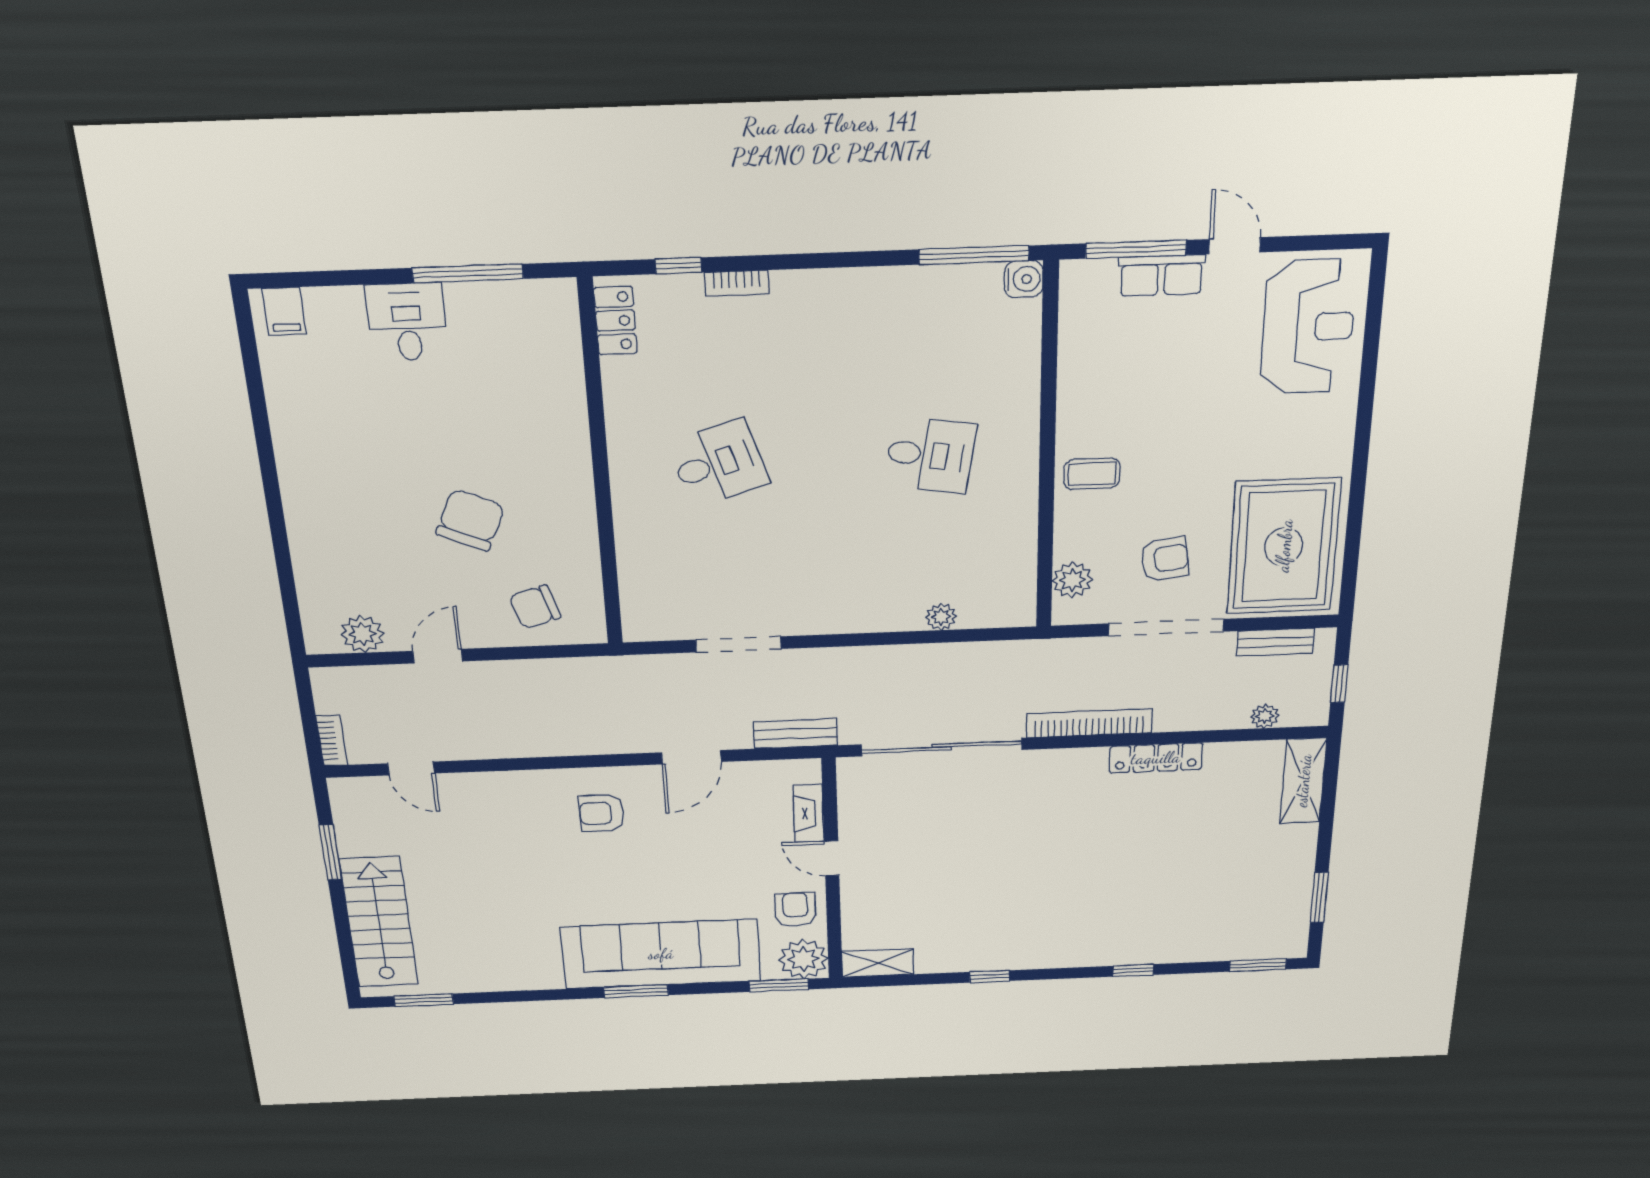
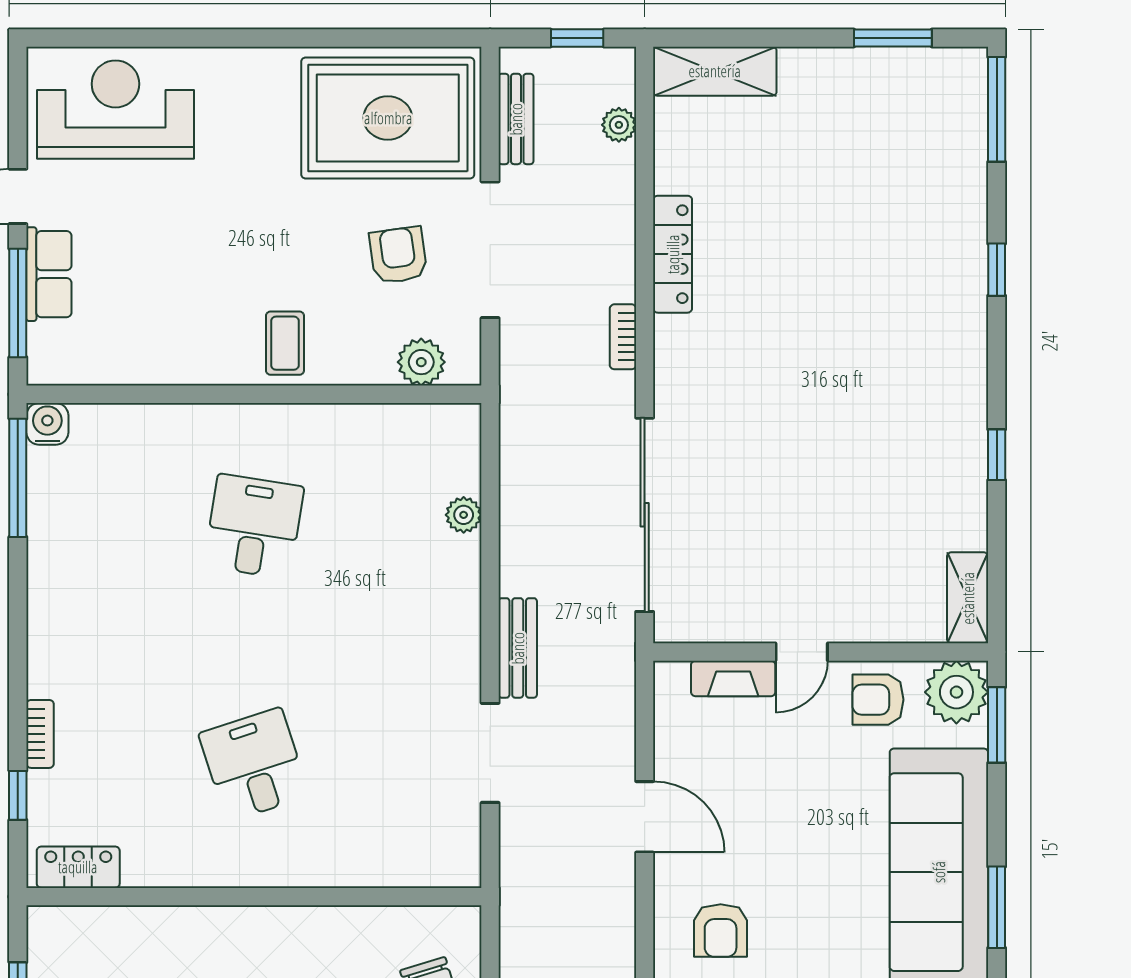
bookcase: (1089, 723) -> (623, 337), width x0.43, depth x0.76
bench: (796, 734) -> (518, 648), moved
window: (1258, 965) -> (997, 109), width x1.44

